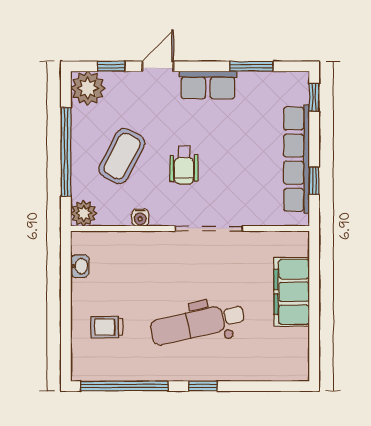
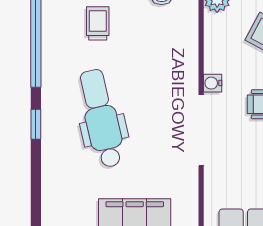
water cooler: (140, 218) -> (213, 83), moved

